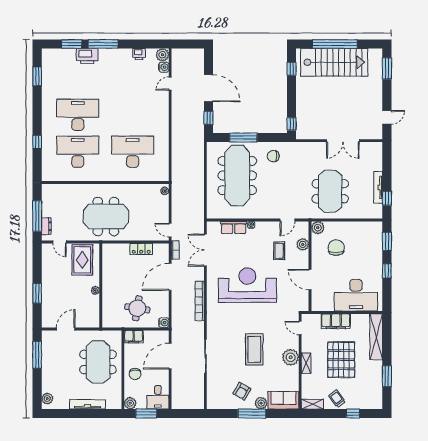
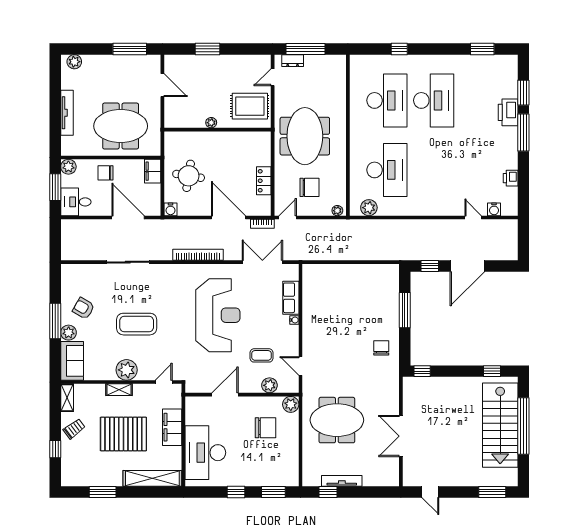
plant: (162, 55) -> (369, 208), moved
meeting table: (237, 176) -> (357, 302), removed
chair: (146, 213) -> (309, 187), added

